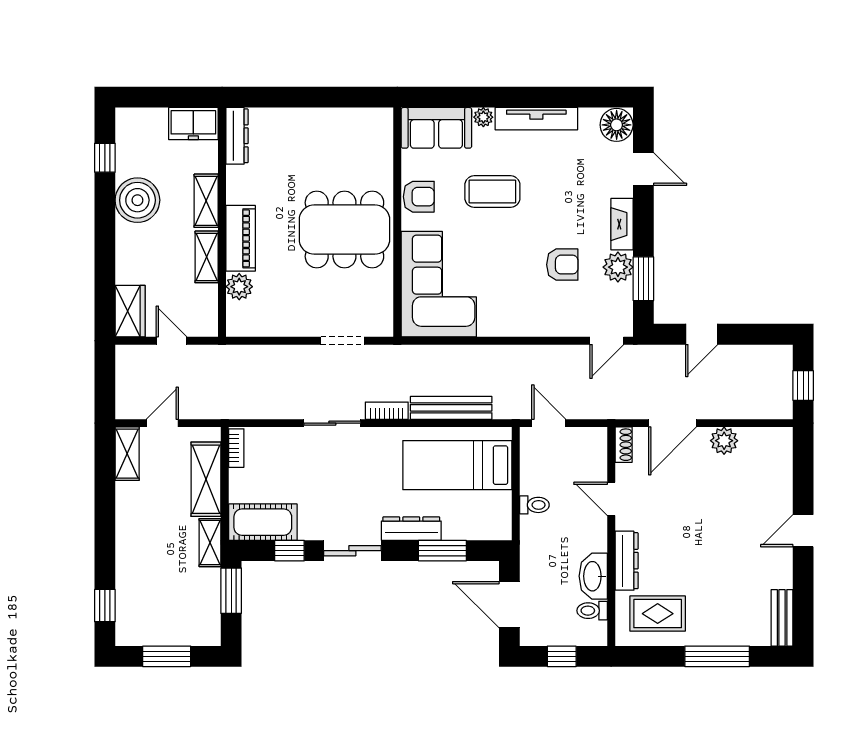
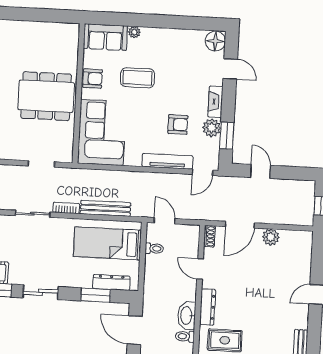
tv unit: (536, 119) -> (167, 161), moved, turned 180
door: (702, 334) -> (260, 171), swing flipped
toilet: (534, 505) -> (154, 248), moved
dresser: (411, 529) -> (111, 282), moved

